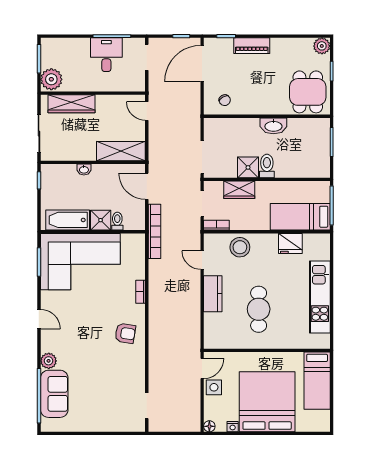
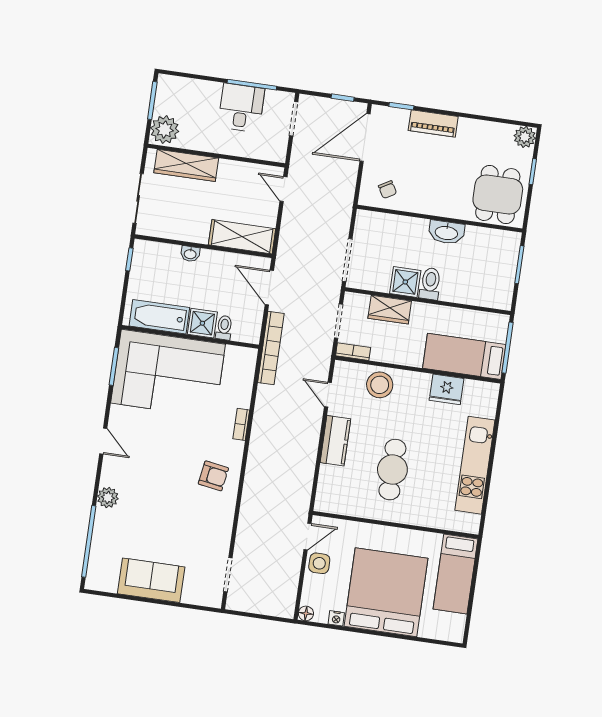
sofa: (54, 394) -> (151, 580), moved, turned -90

